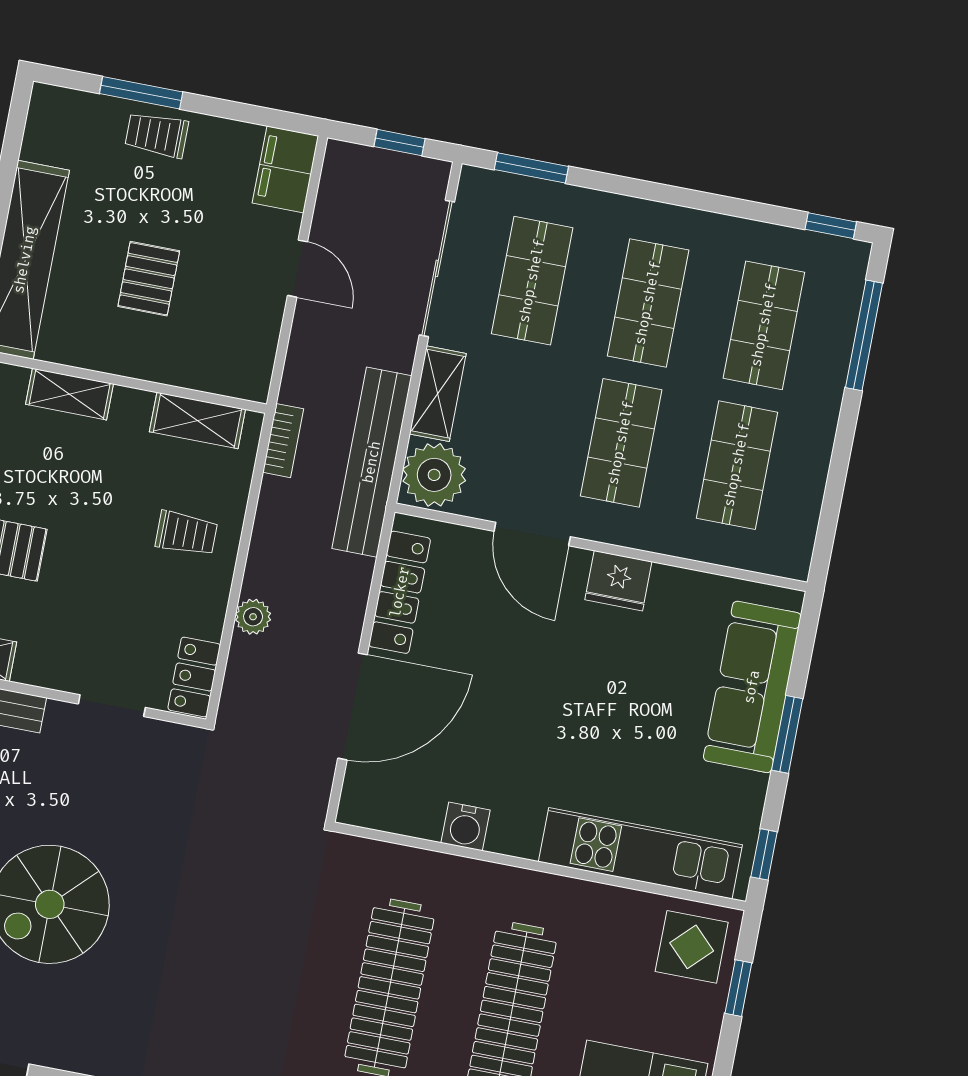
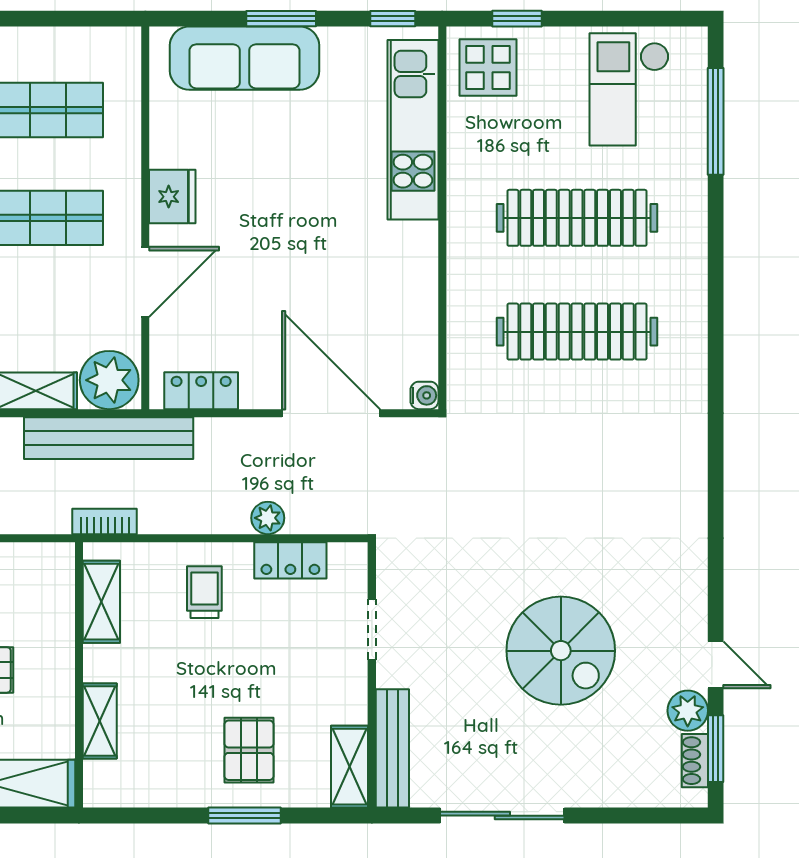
locker: (400, 592) -> (201, 391), width x0.66
locker: (194, 677) -> (290, 560), moved
water cooler: (466, 826) -> (424, 395), moved, width x0.72, depth x0.72

